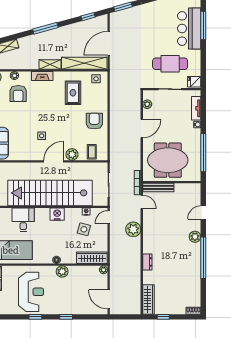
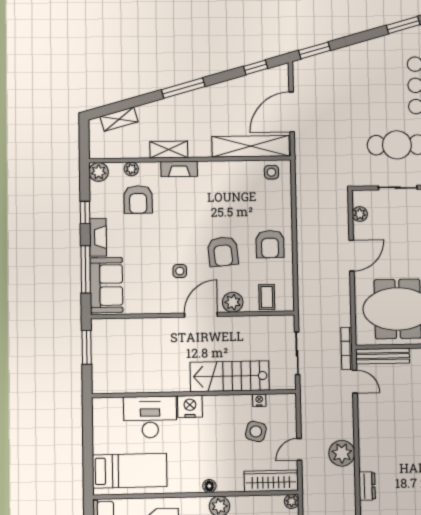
shelving: (50, 65) -> (169, 150), moved
rug: (73, 93) -> (232, 197), removed
armchair: (94, 121) -> (270, 244), turned 180
armchair: (67, 125) -> (223, 252), added
stairs: (50, 193) -> (230, 376), width x0.54, depth x0.66
nightstand: (57, 214) -> (190, 406), moved
door: (109, 217) -> (299, 449), moved
desk: (23, 220) -> (150, 417), width x1.37
plant: (133, 229) -> (342, 453), moved

